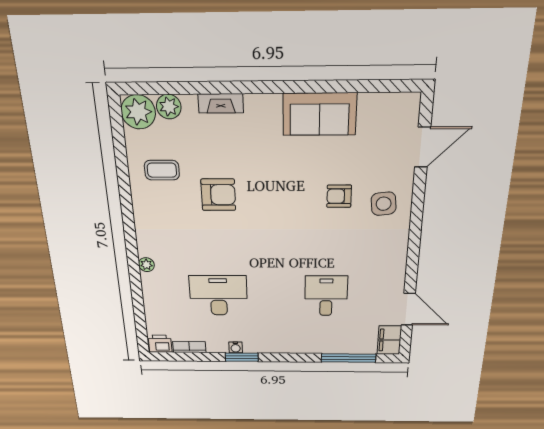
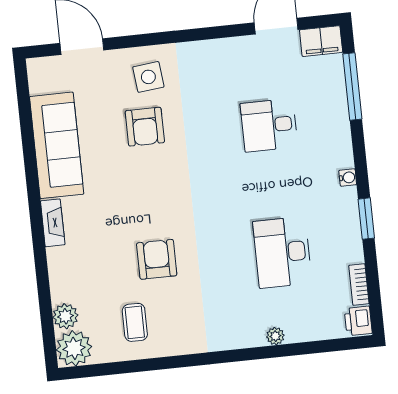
fireplace: (221, 103) -> (53, 223), moved
sofa: (320, 114) -> (57, 145), width x1.36
armchair: (339, 196) -> (145, 127), width x1.38, depth x1.38
plant: (146, 265) -> (275, 336), moved
water cooler: (236, 347) -> (348, 178), moved

